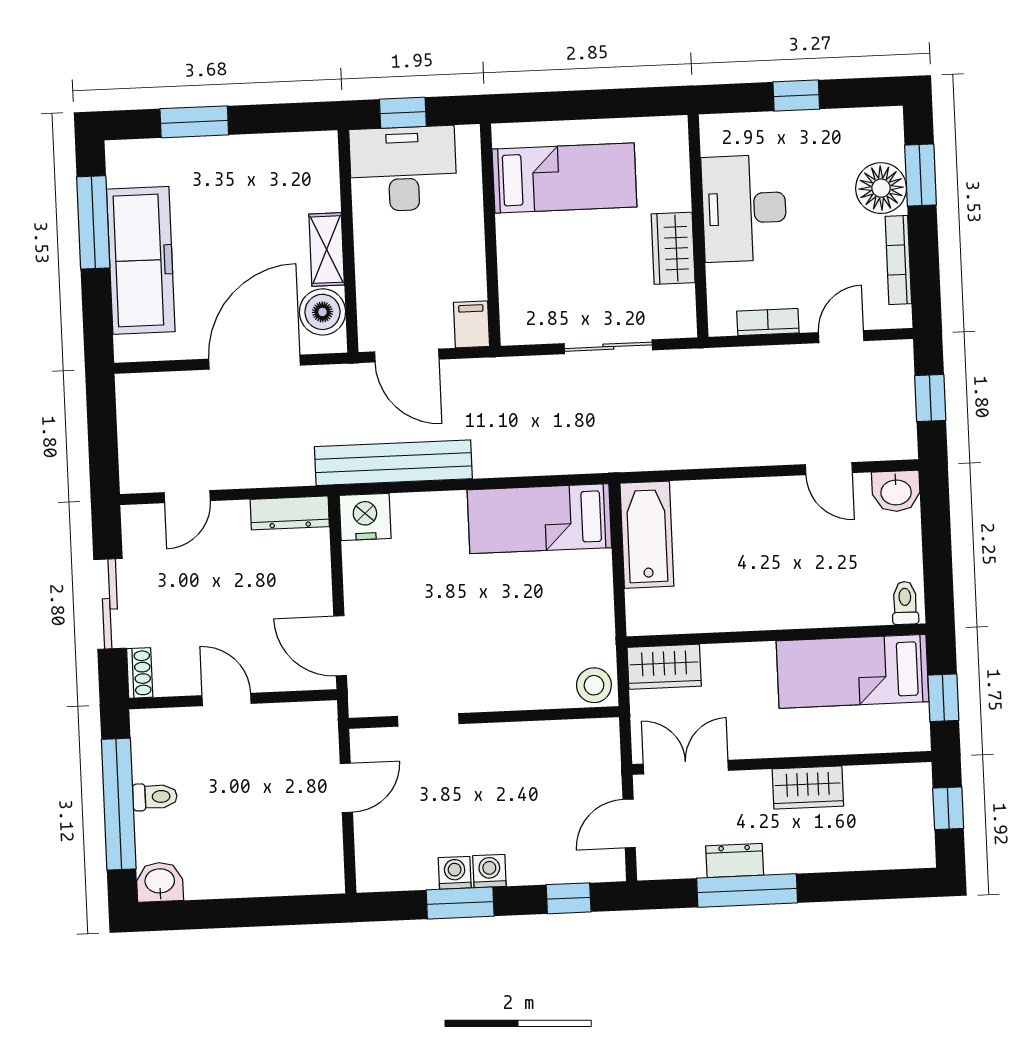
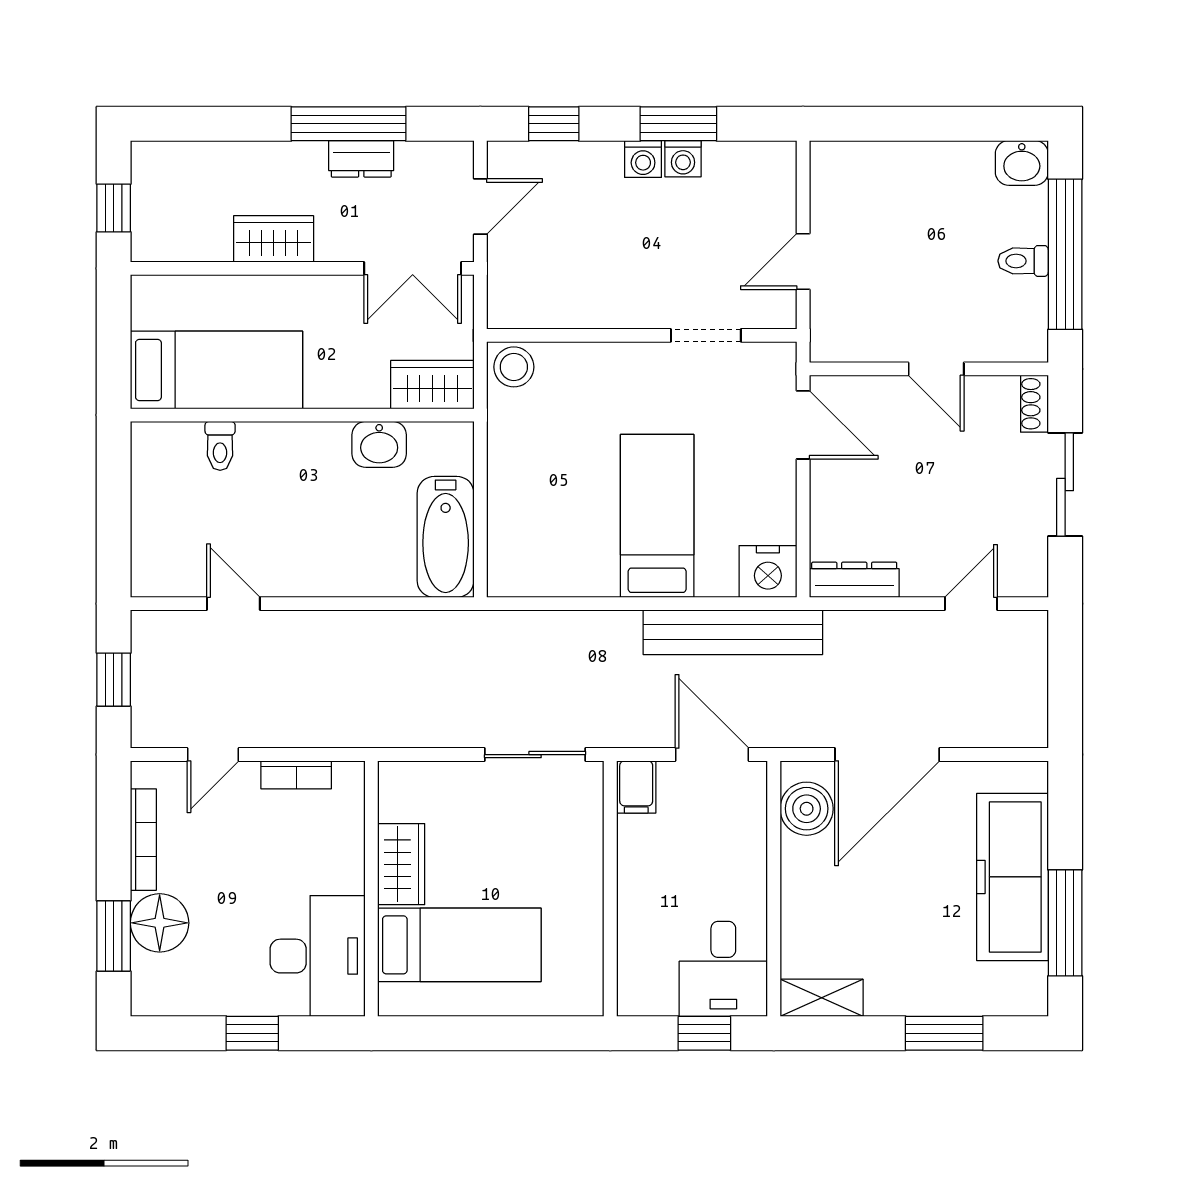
desk: (403, 169) -> (723, 969), width x0.73
bed: (564, 178) -> (459, 945), moved, turned 180
desk: (744, 208) -> (318, 956), moved
shelving: (327, 250) -> (822, 998), moved, turned 90
sliding door: (608, 347) -> (535, 755), moved
washbasin: (896, 491) -> (379, 444), moved, turned 180
bed: (539, 519) -> (657, 516), moved, turned -90
toilet: (905, 603) -> (220, 446), moved
window: (943, 698) -> (114, 335), removed

